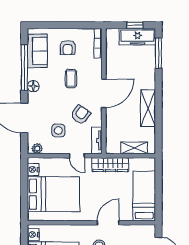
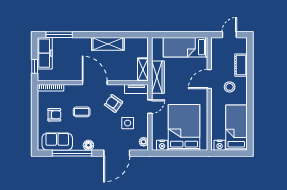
window: (135, 25) -> (35, 66), moved
shelving: (134, 148) -> (143, 70), moved
door: (108, 223) -> (209, 79), hinge flipped

